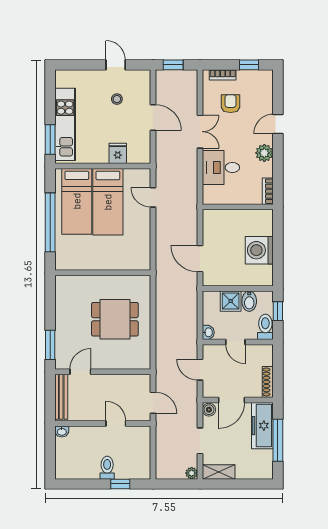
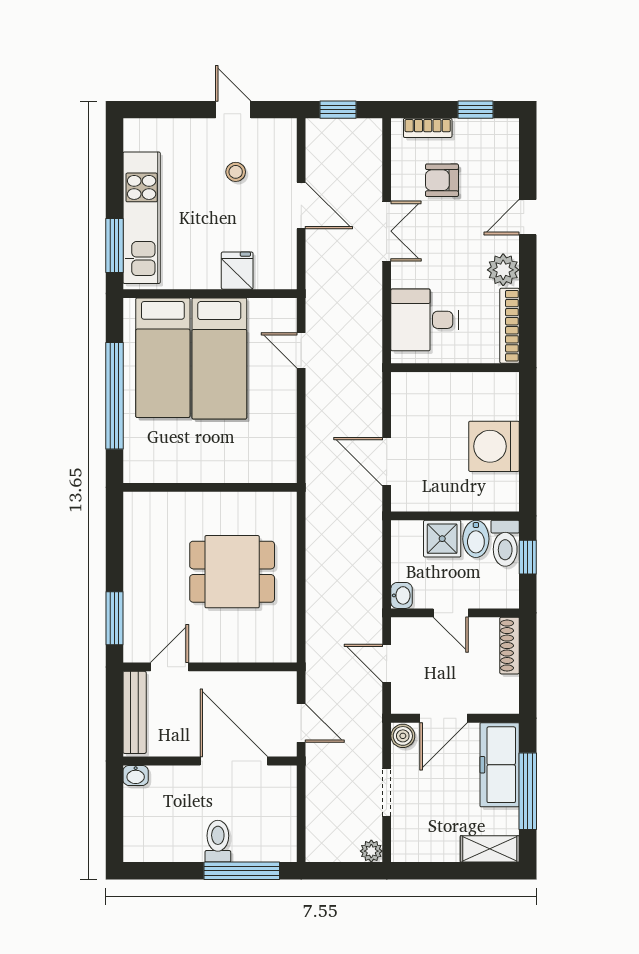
armchair: (231, 104) -> (442, 180), turned -90
desk: (221, 167) -> (424, 320), moved
bookcase: (268, 191) -> (510, 326), width x1.56
toilet: (265, 327) -> (505, 543), moved, turned 180
shoe rack: (268, 382) -> (510, 646), moved
door: (116, 424) -> (234, 761), width x1.88
shelving: (219, 472) -> (490, 849), moved
window: (120, 484) -> (242, 871), width x2.17

